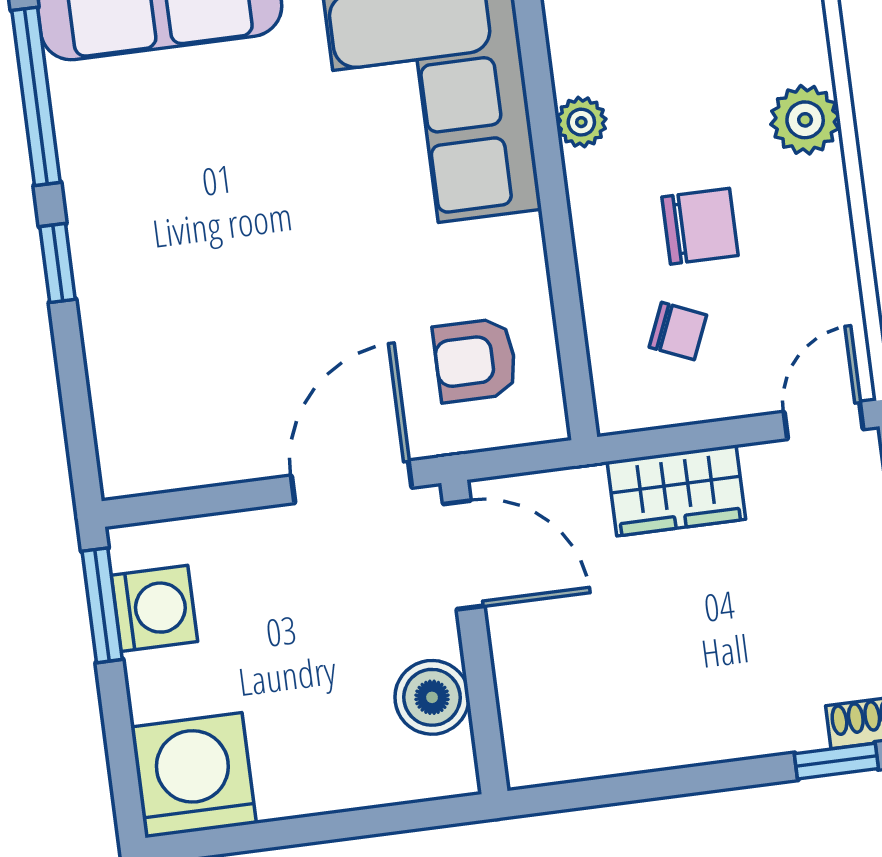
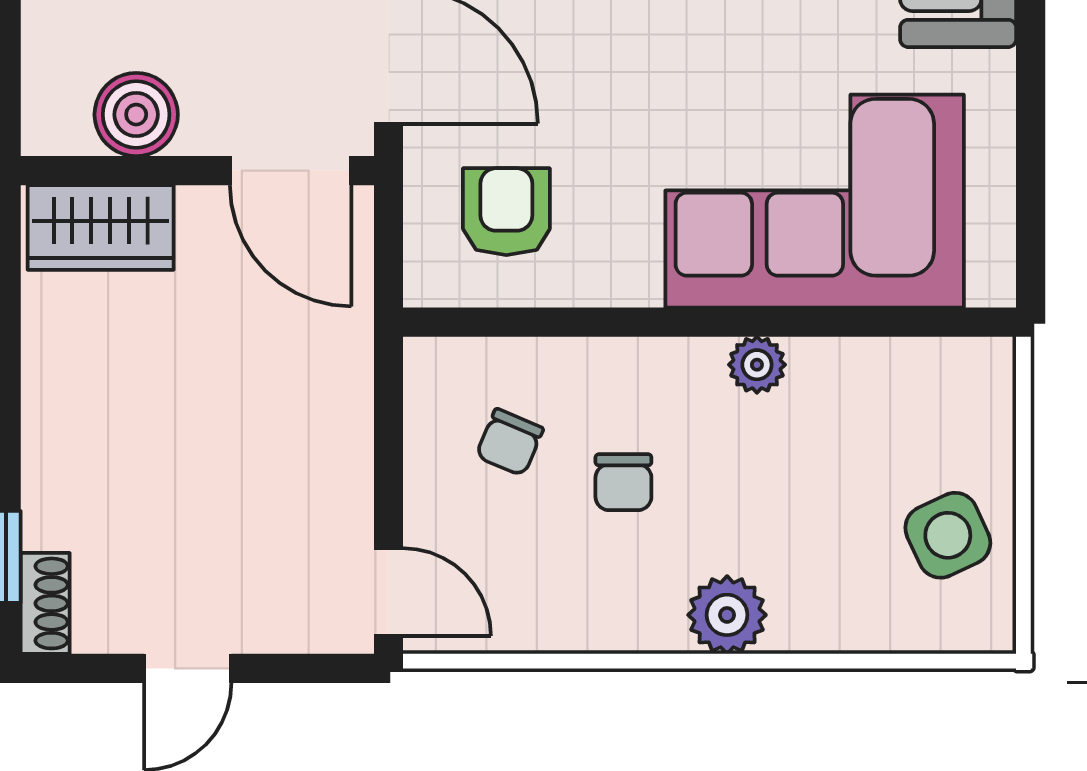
chair: (700, 226) -> (623, 482), width x0.73, depth x0.73
wardrobe: (676, 490) -> (101, 227), moved, turned -90
door: (464, 555) -> (291, 171), hinge flipped

